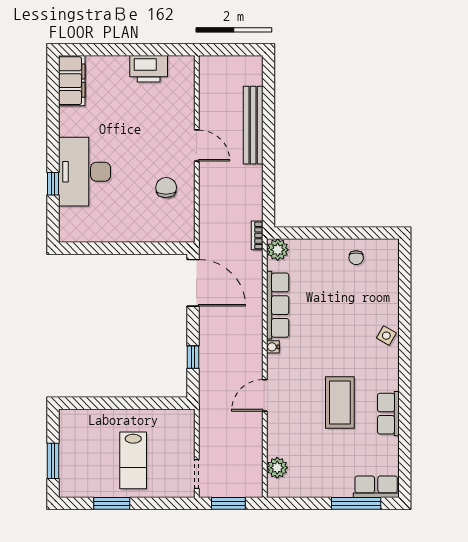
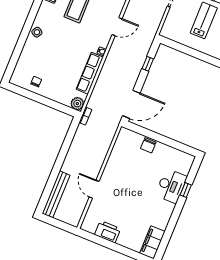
bench: (253, 125) -> (56, 194), moved
door: (197, 145) -> (94, 189), moved
desk: (85, 172) -> (171, 186), width x0.73, depth x0.77
chair: (166, 188) -> (148, 145), moved
door: (193, 283) -> (131, 104), swing flipped

